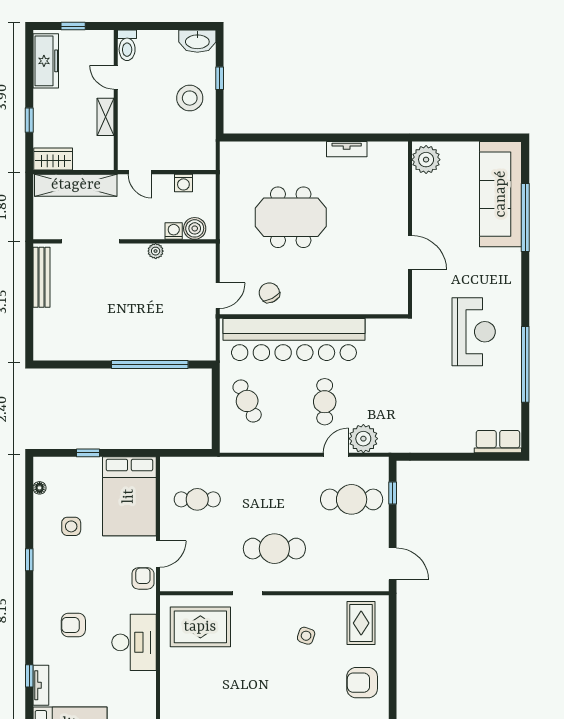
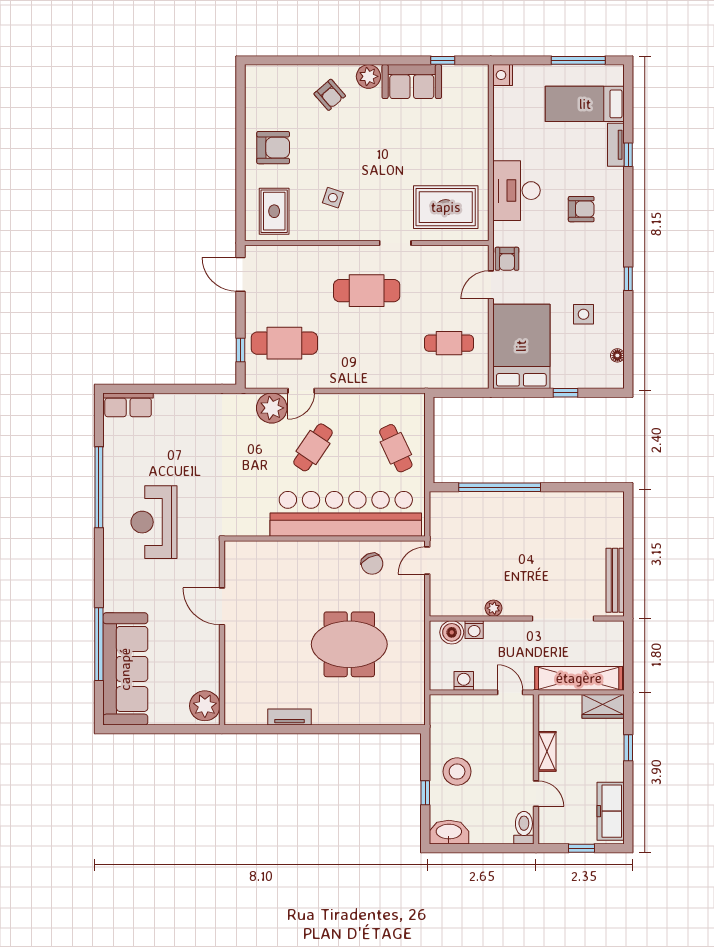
cafe table: (325, 402) -> (313, 447), turned 34

